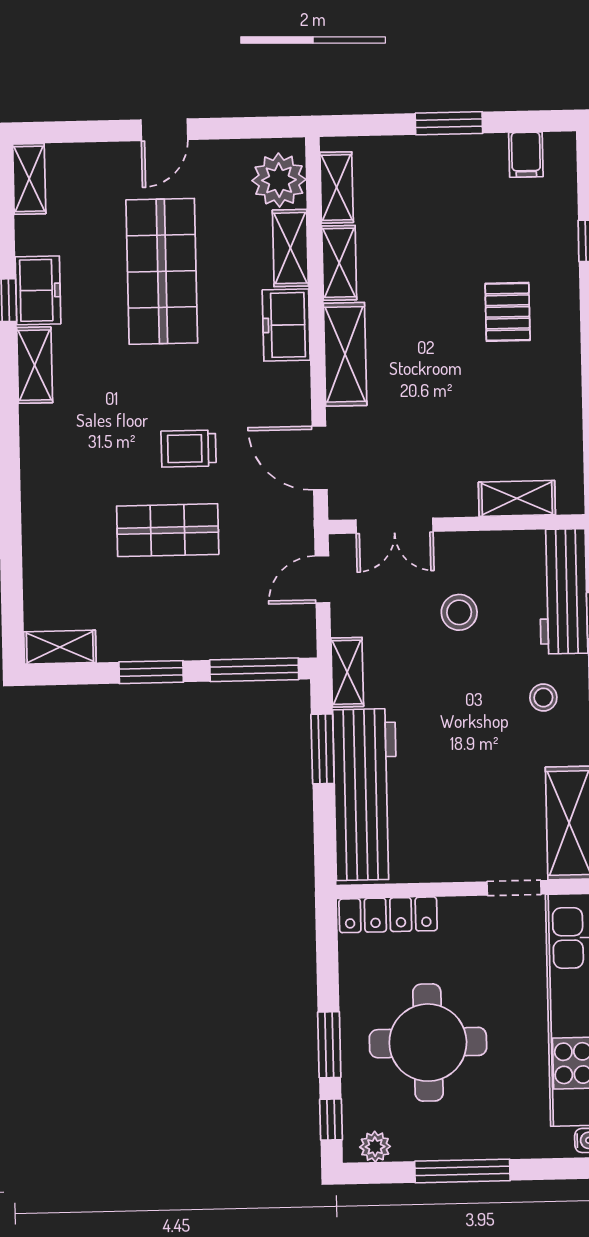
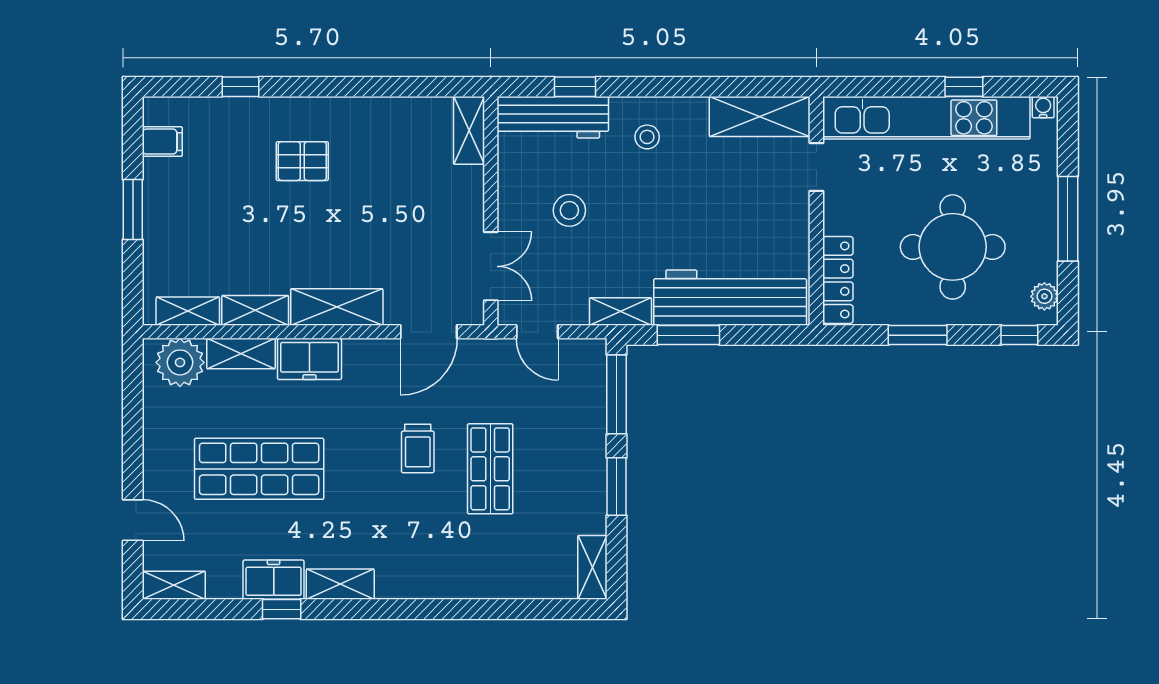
door: (164, 130) -> (133, 520), moved
shelving: (517, 498) -> (469, 130), moved
window: (329, 1045) -> (918, 335), moved

